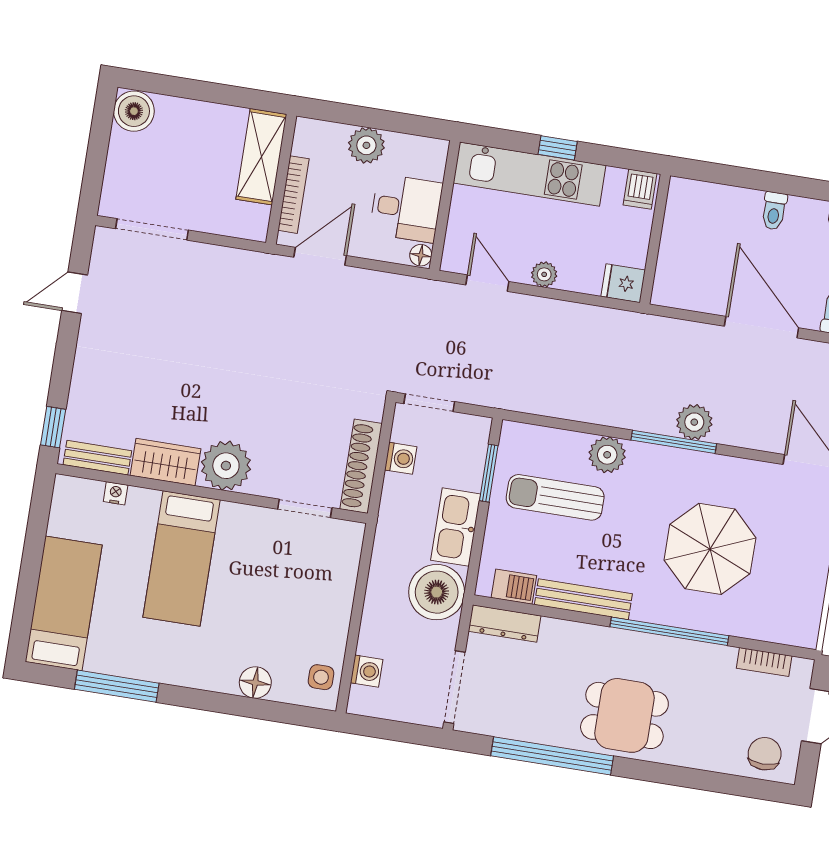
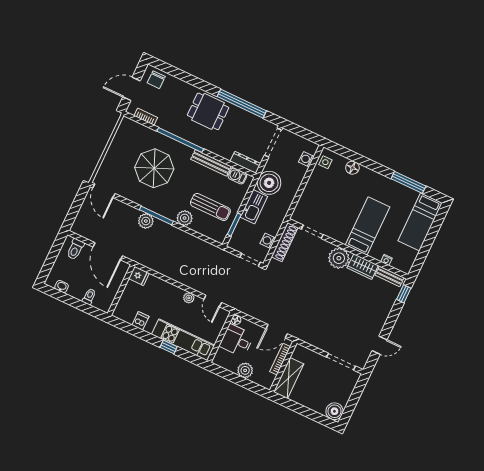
wall: (655, 239) -> (121, 290), moved
fridge: (623, 283) -> (139, 276), moved

